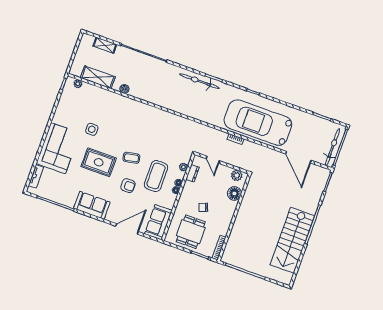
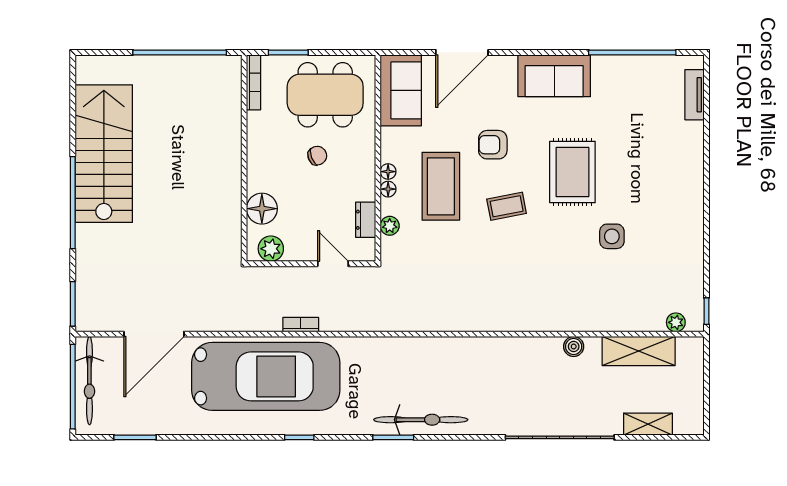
corner sofa: (58, 148) -> (669, 171), removed
door: (298, 157) -> (154, 334), swing flipped
rug: (99, 162) -> (572, 172), turned 90
dining table: (191, 232) -> (325, 95), width x1.38

